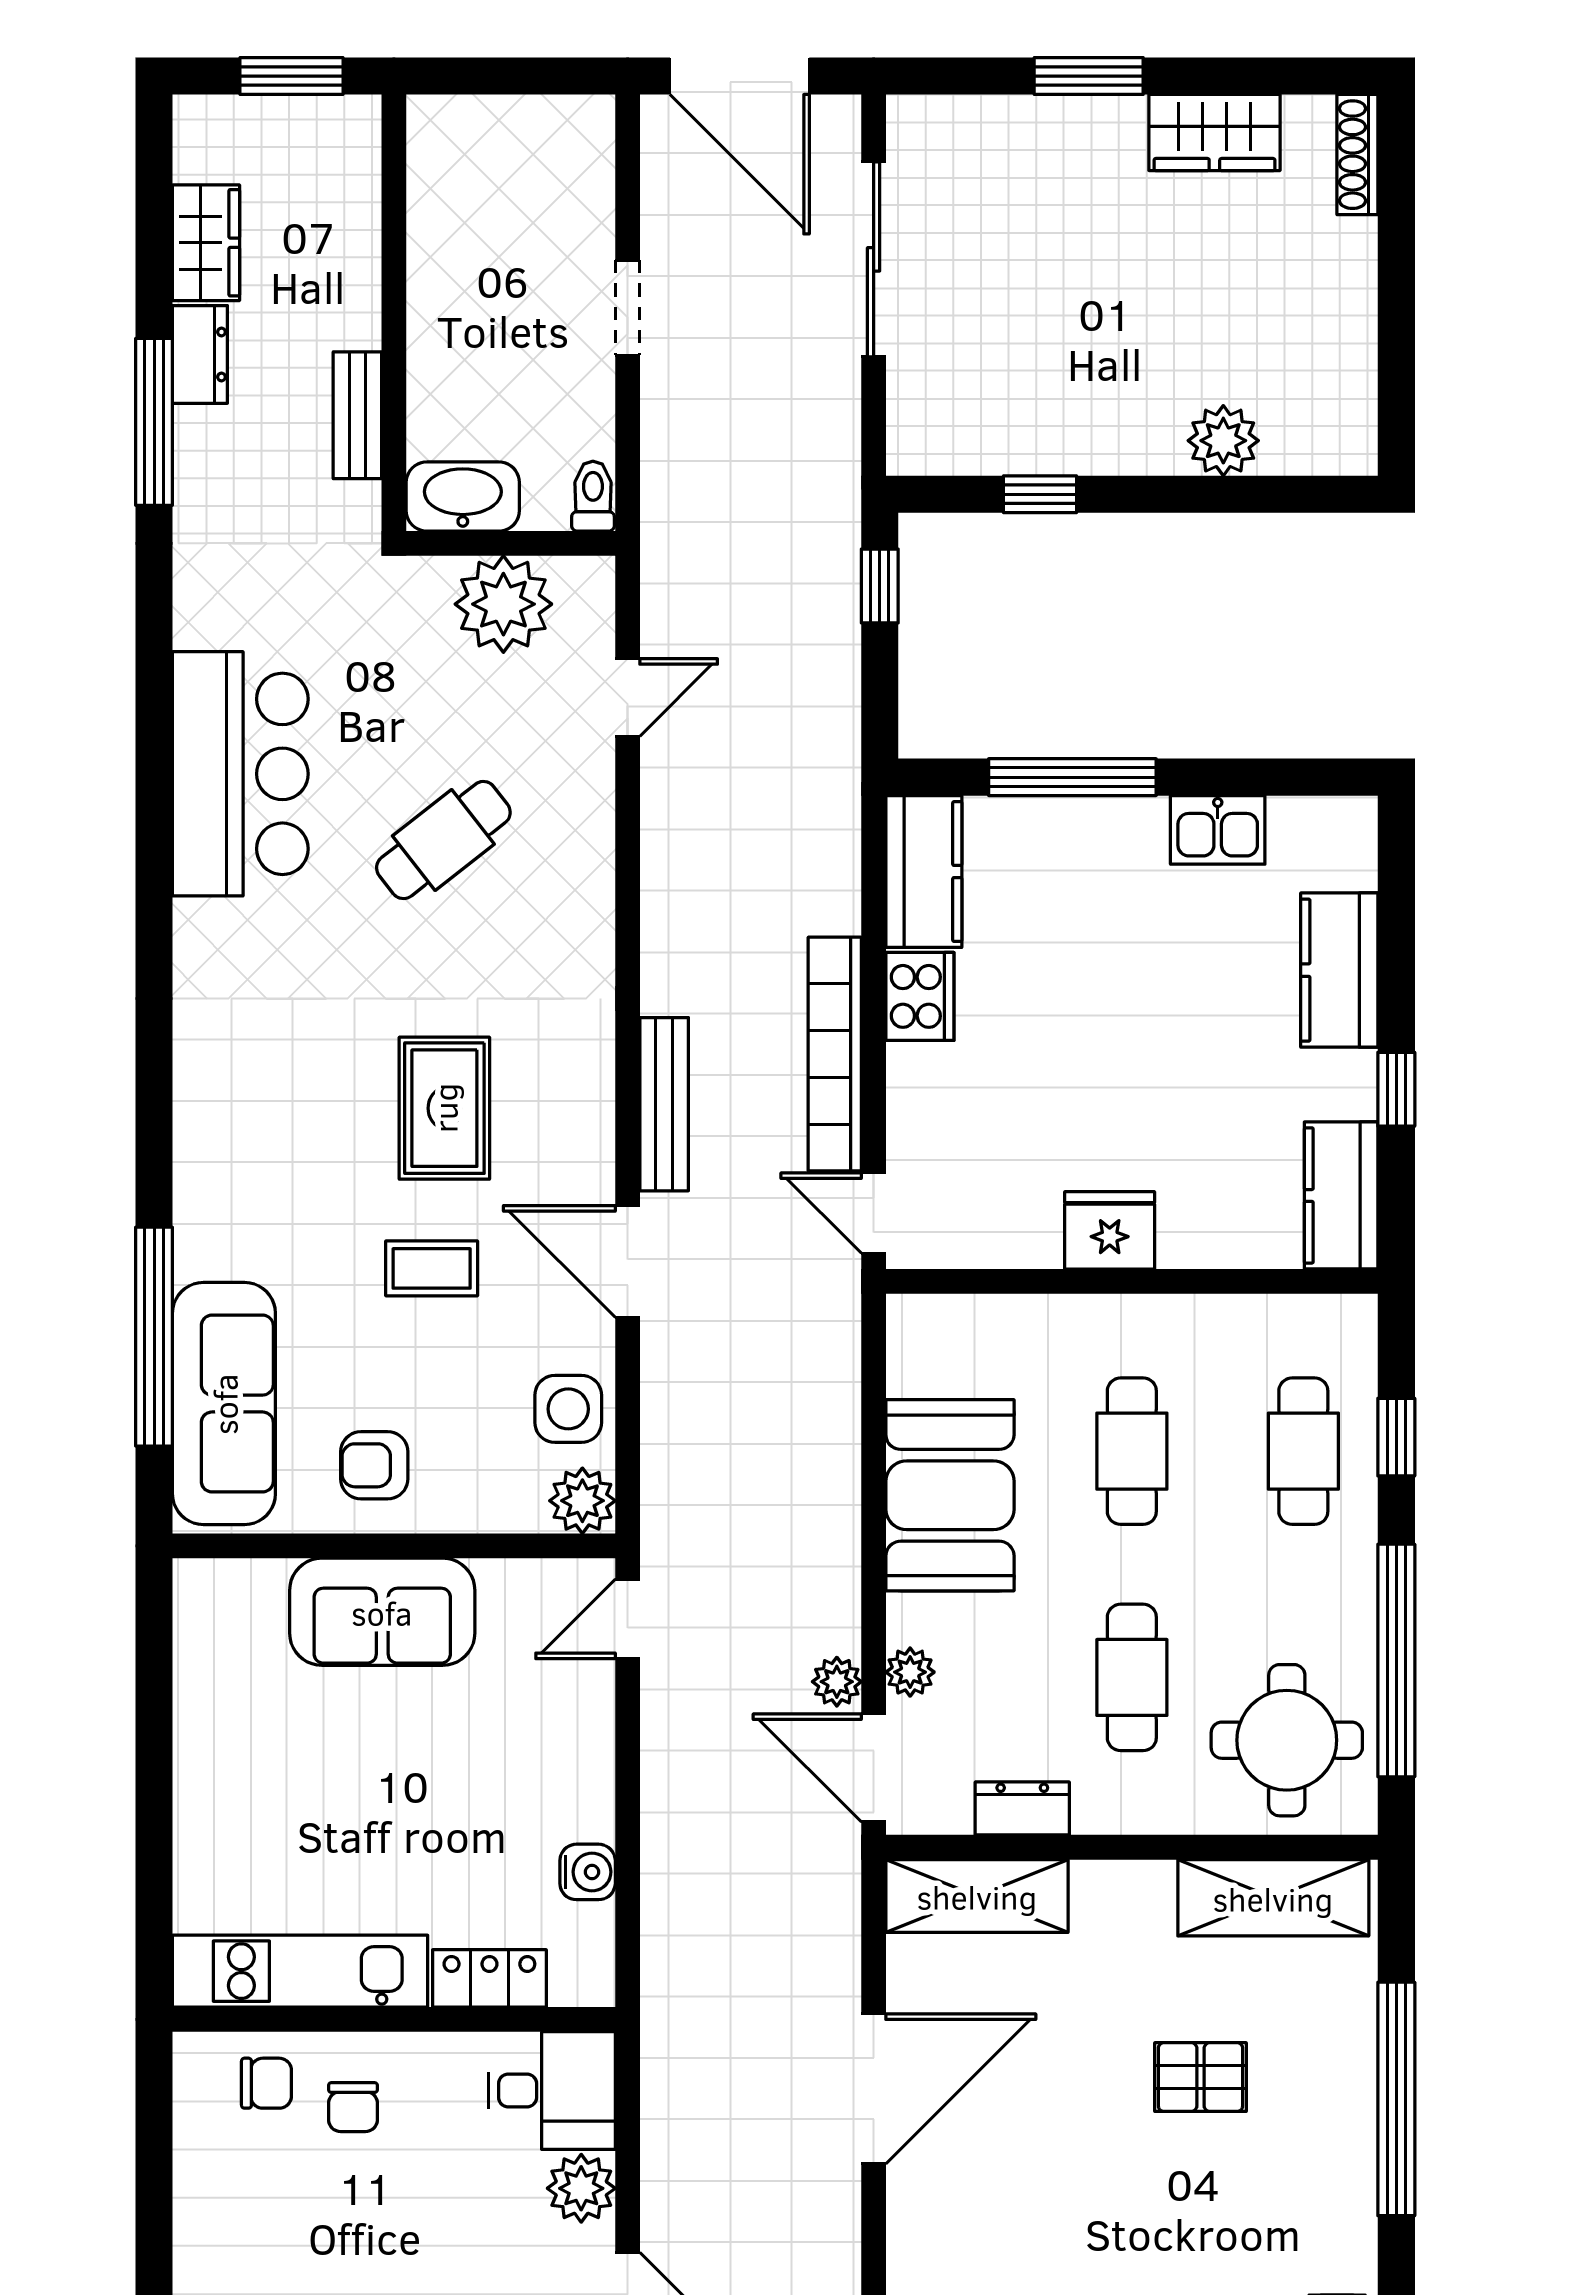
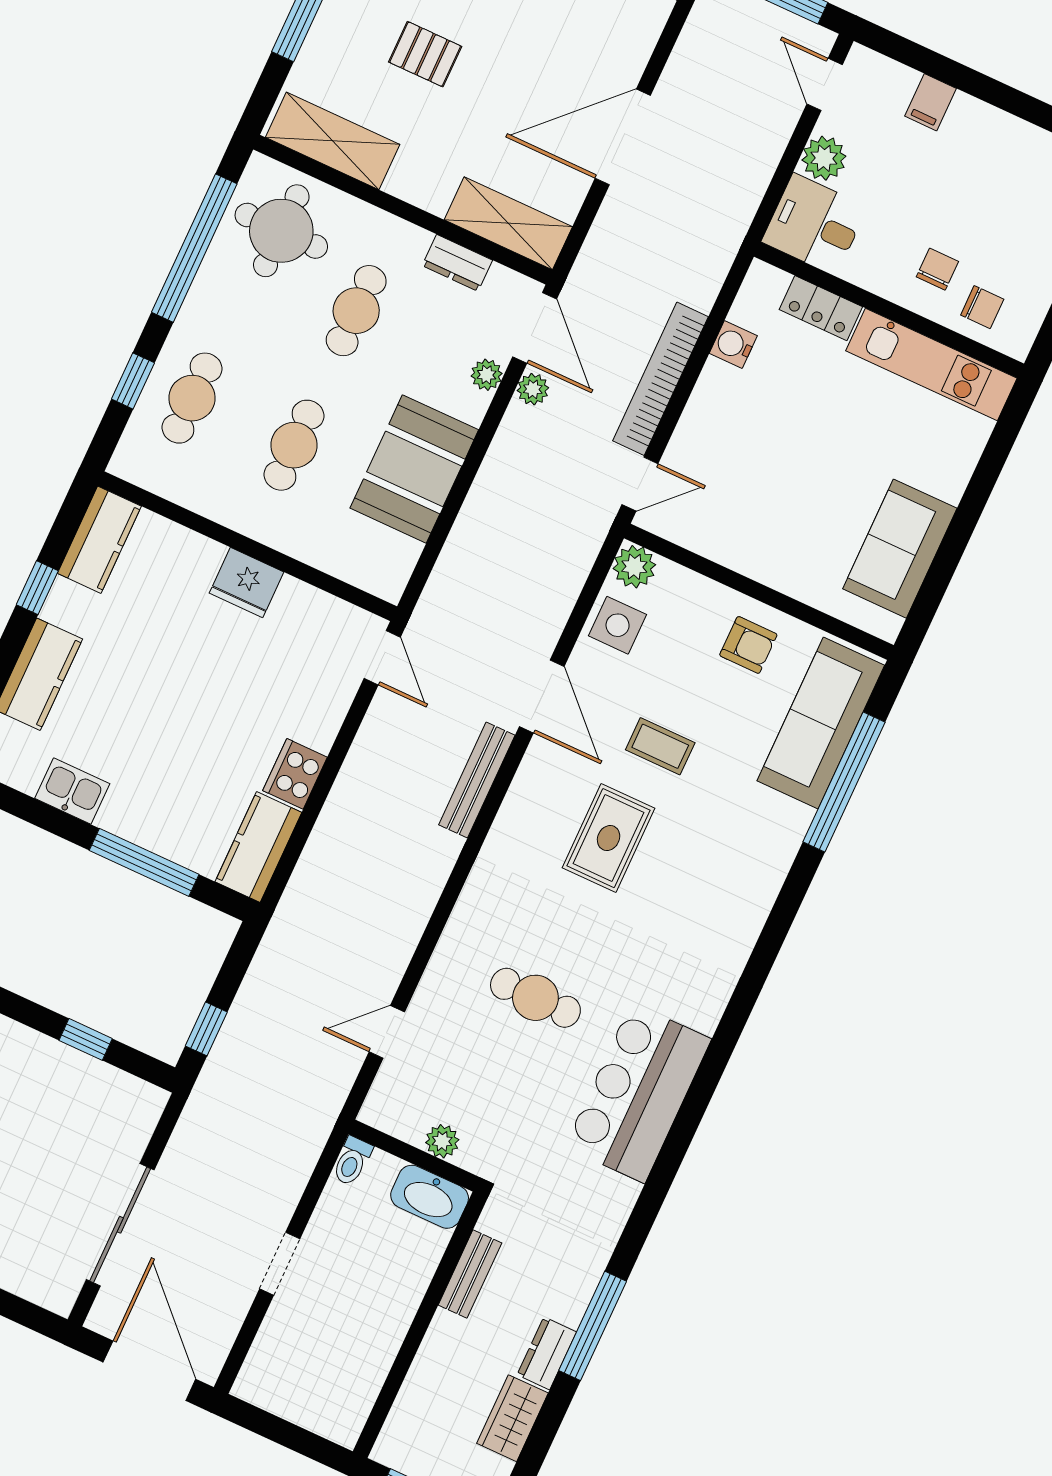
plant: (503, 604) -> (442, 1141), width x0.53, depth x0.53
cafe table: (443, 840) -> (535, 998), turned 38
bookcase: (835, 1054) -> (661, 379), moved, turned 180
sofa: (382, 1612) -> (900, 549), moved, turned -90
chair: (266, 2083) -> (982, 307), turned 180

